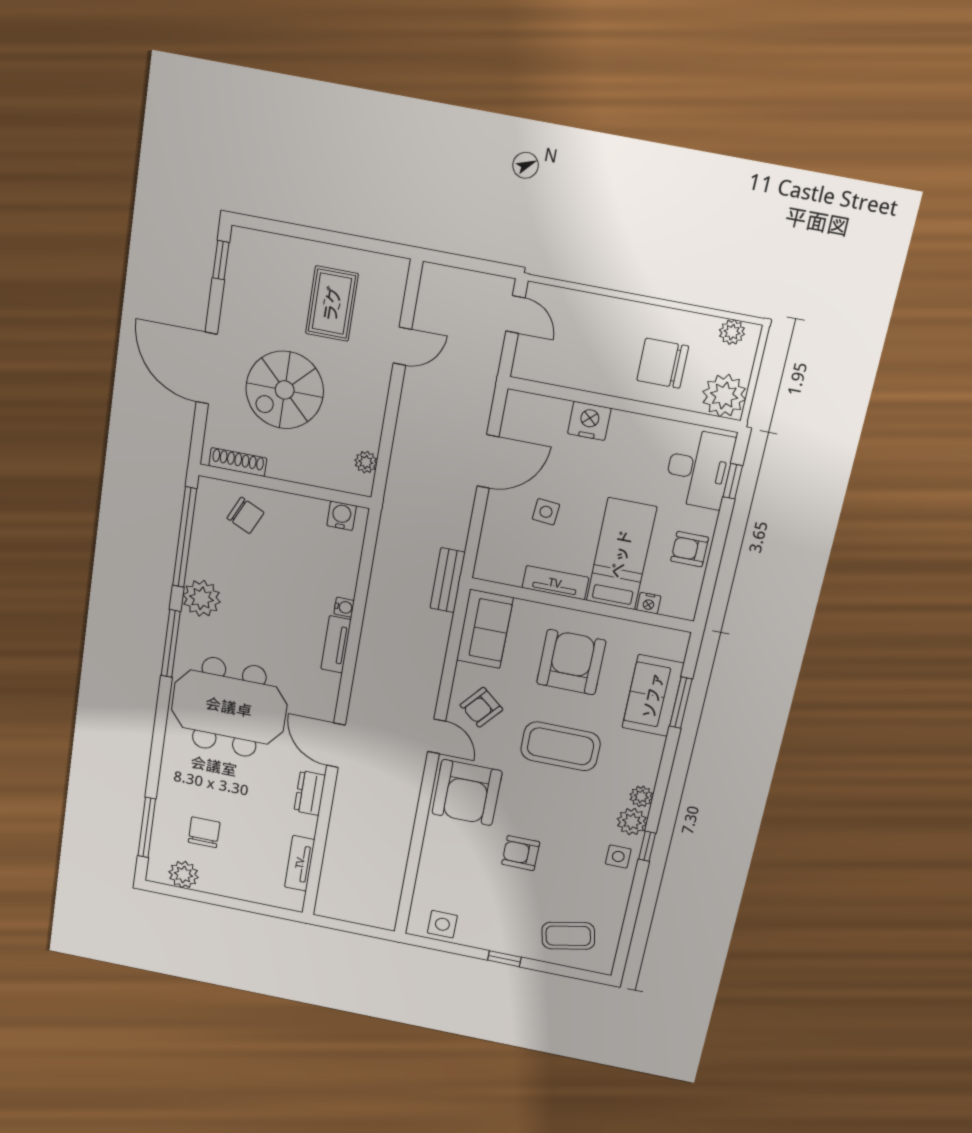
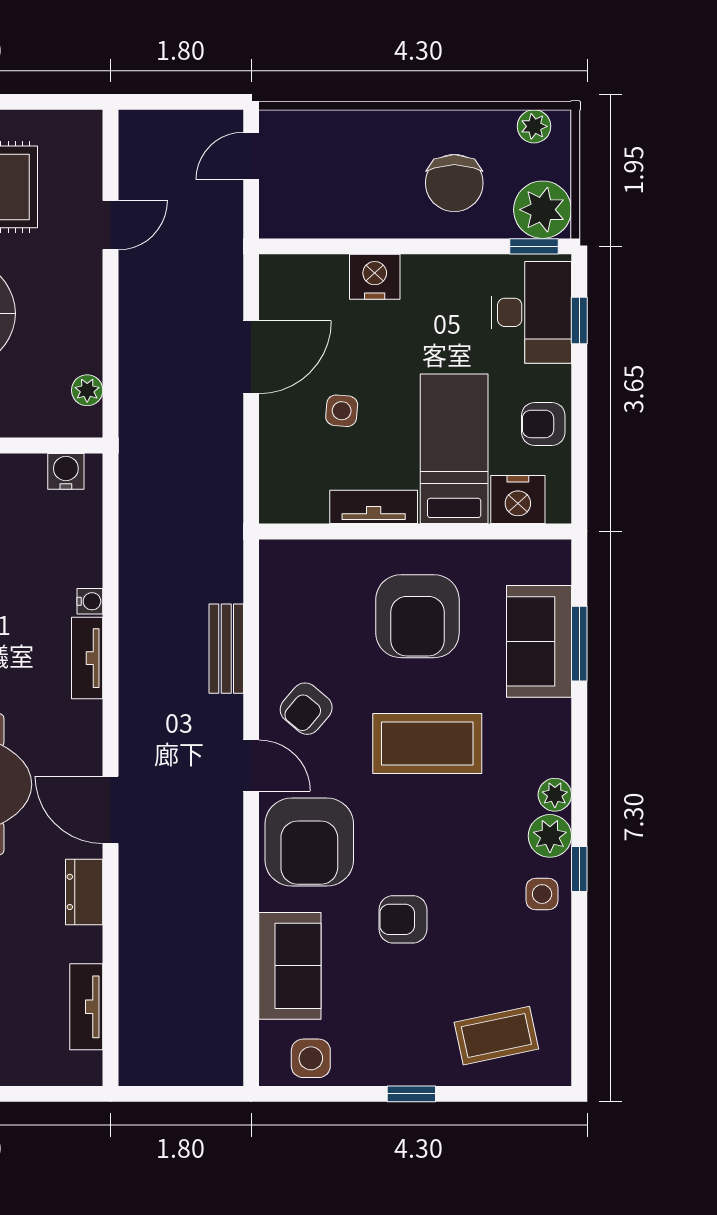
door: (515, 314) -> (251, 156), swing flipped
chair: (663, 363) -> (454, 183), turned -90
window: (712, 421) -> (534, 246), added
bench: (448, 580) -> (226, 649), moved
nightstand: (649, 603) -> (518, 499), width x1.89, depth x1.79
sofa: (485, 629) -> (290, 966), moved
armchair: (571, 662) -> (417, 616), turned 180

